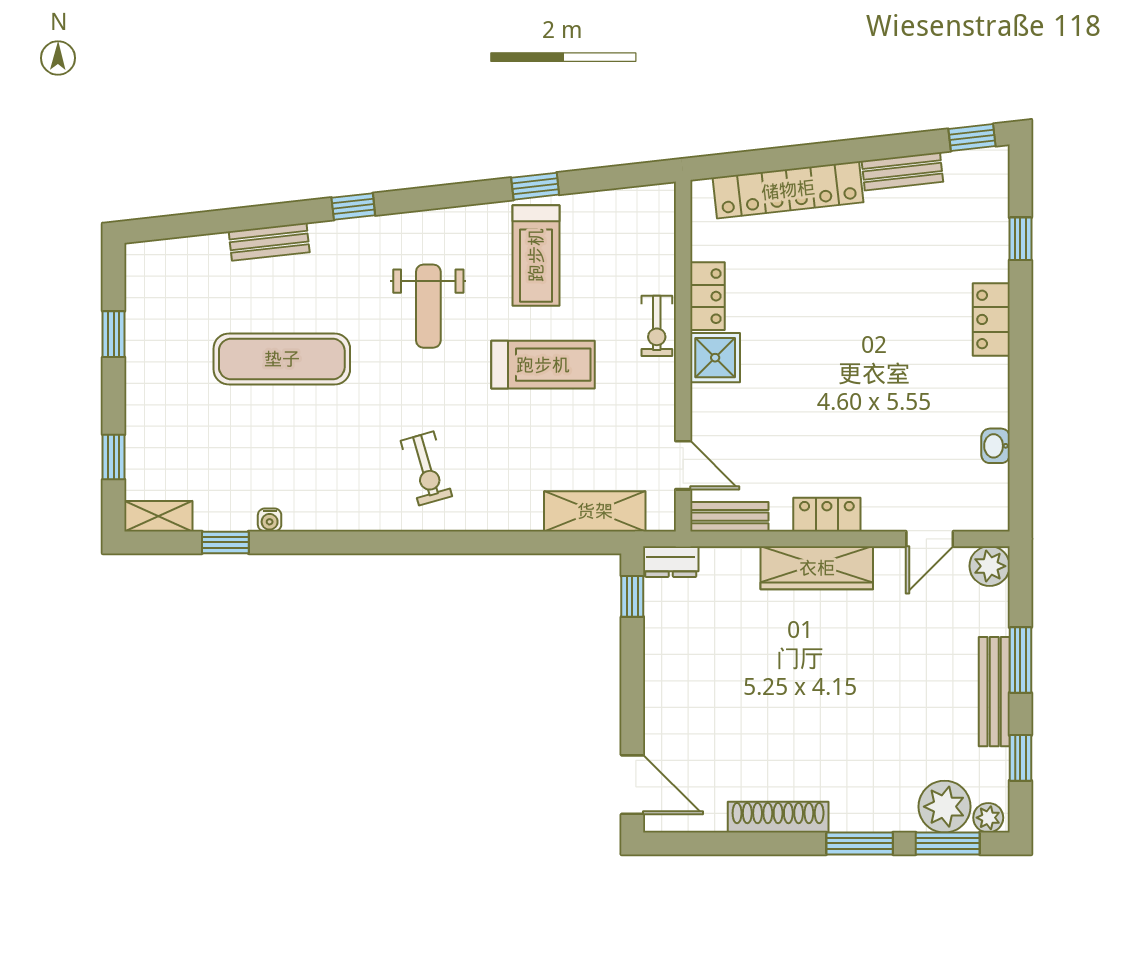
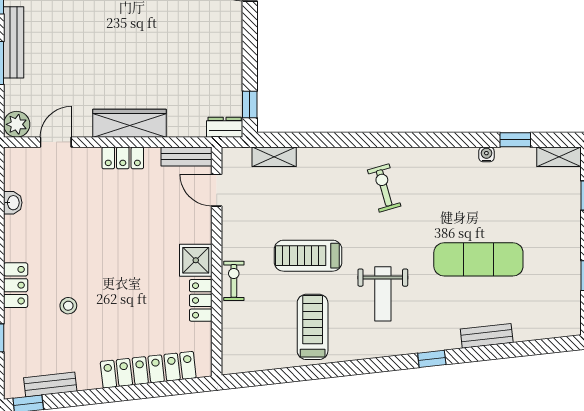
bench: (902, 171) -> (50, 384), moved
window: (535, 186) -> (313, 372), removed
stool: (910, 288) -> (68, 306), added
weight bench: (428, 306) -> (383, 294), turned 180
shelving: (595, 511) -> (274, 157), width x0.67, depth x0.75

